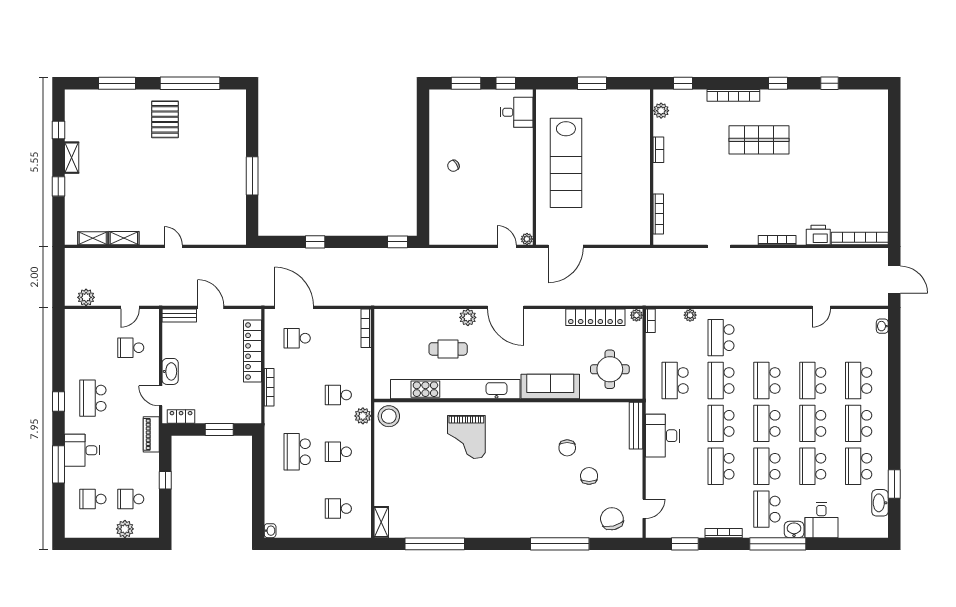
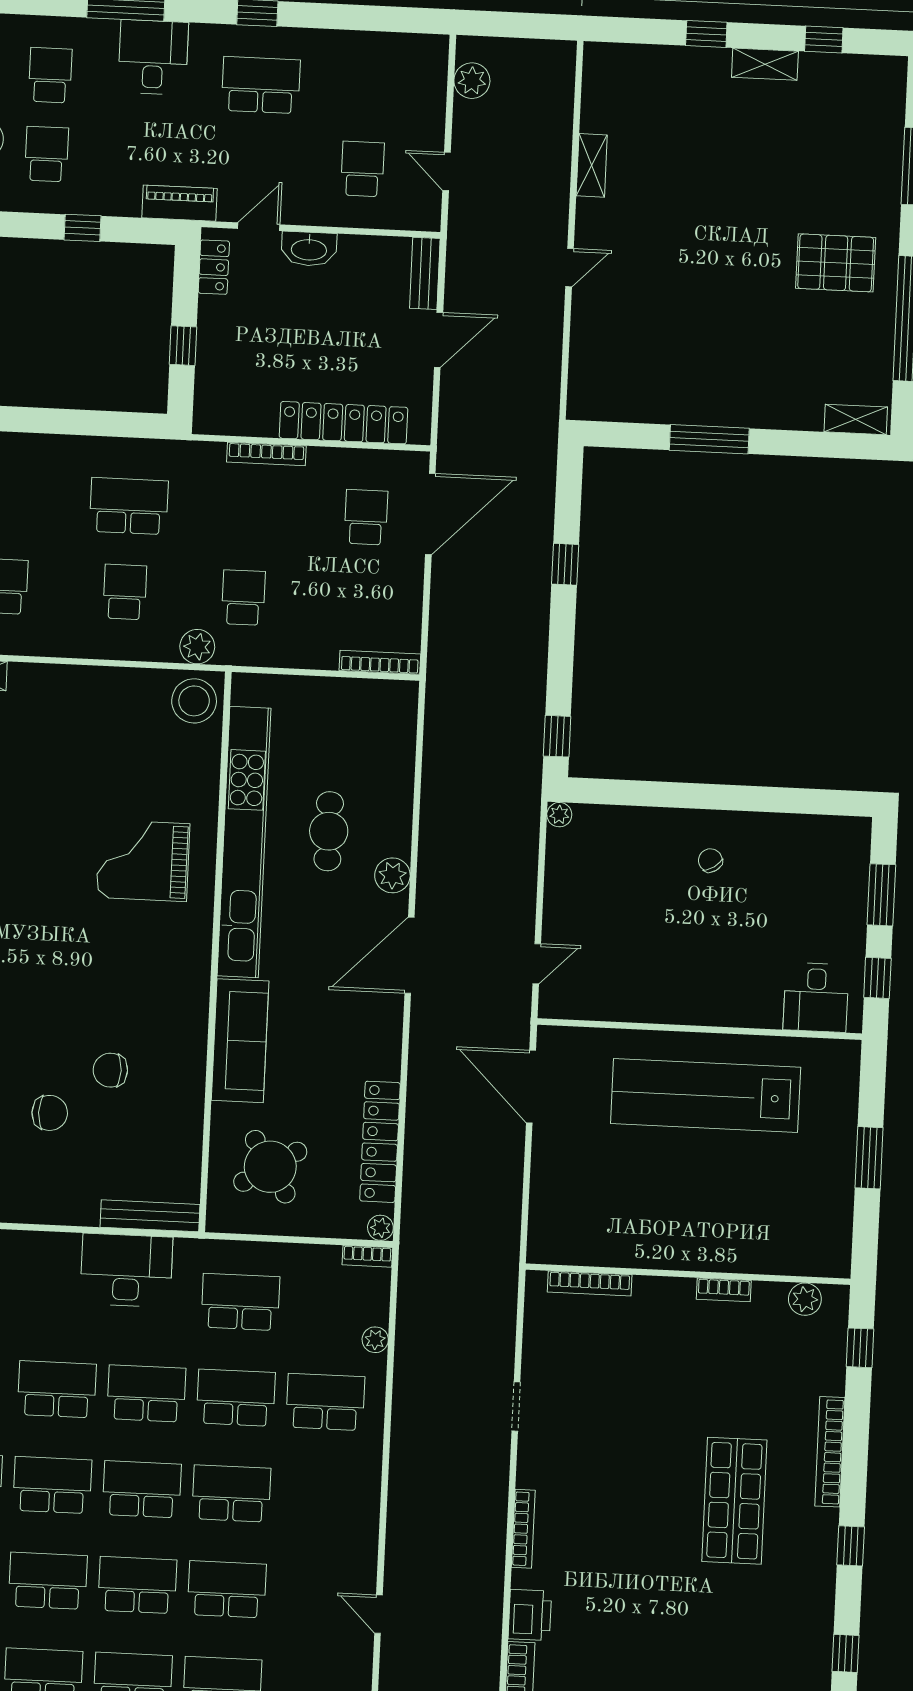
shelving: (93, 238) -> (856, 419), moved, turned 90
plant: (527, 239) -> (559, 815), moved
round table: (610, 369) -> (270, 1167), turned -32
window: (219, 429) -> (183, 346), width x0.67

